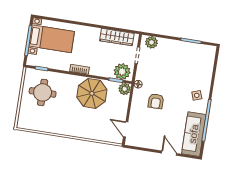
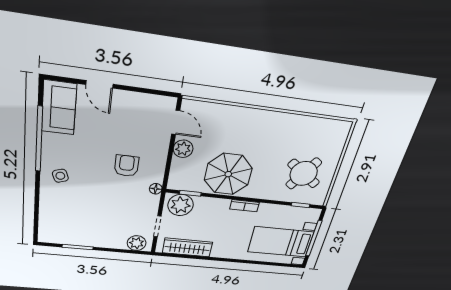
plant: (125, 89) -> (183, 149), moved
round table: (43, 92) -> (304, 174), turned 34
sofa: (194, 134) -> (59, 108), width x0.73

